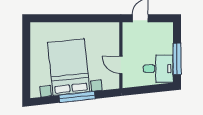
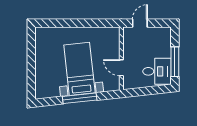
bed with nightstands: (69, 67) -> (79, 69), width x0.73

